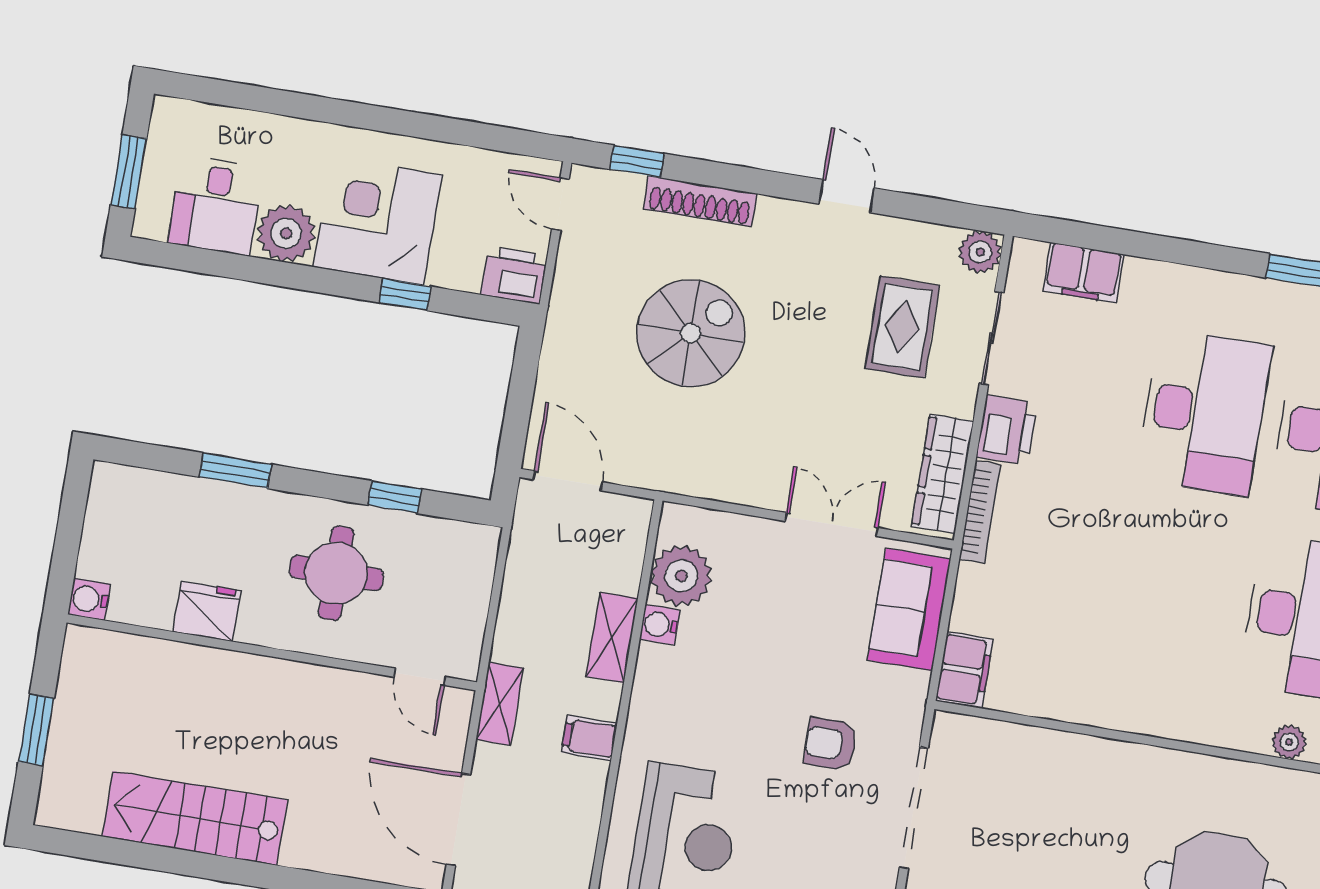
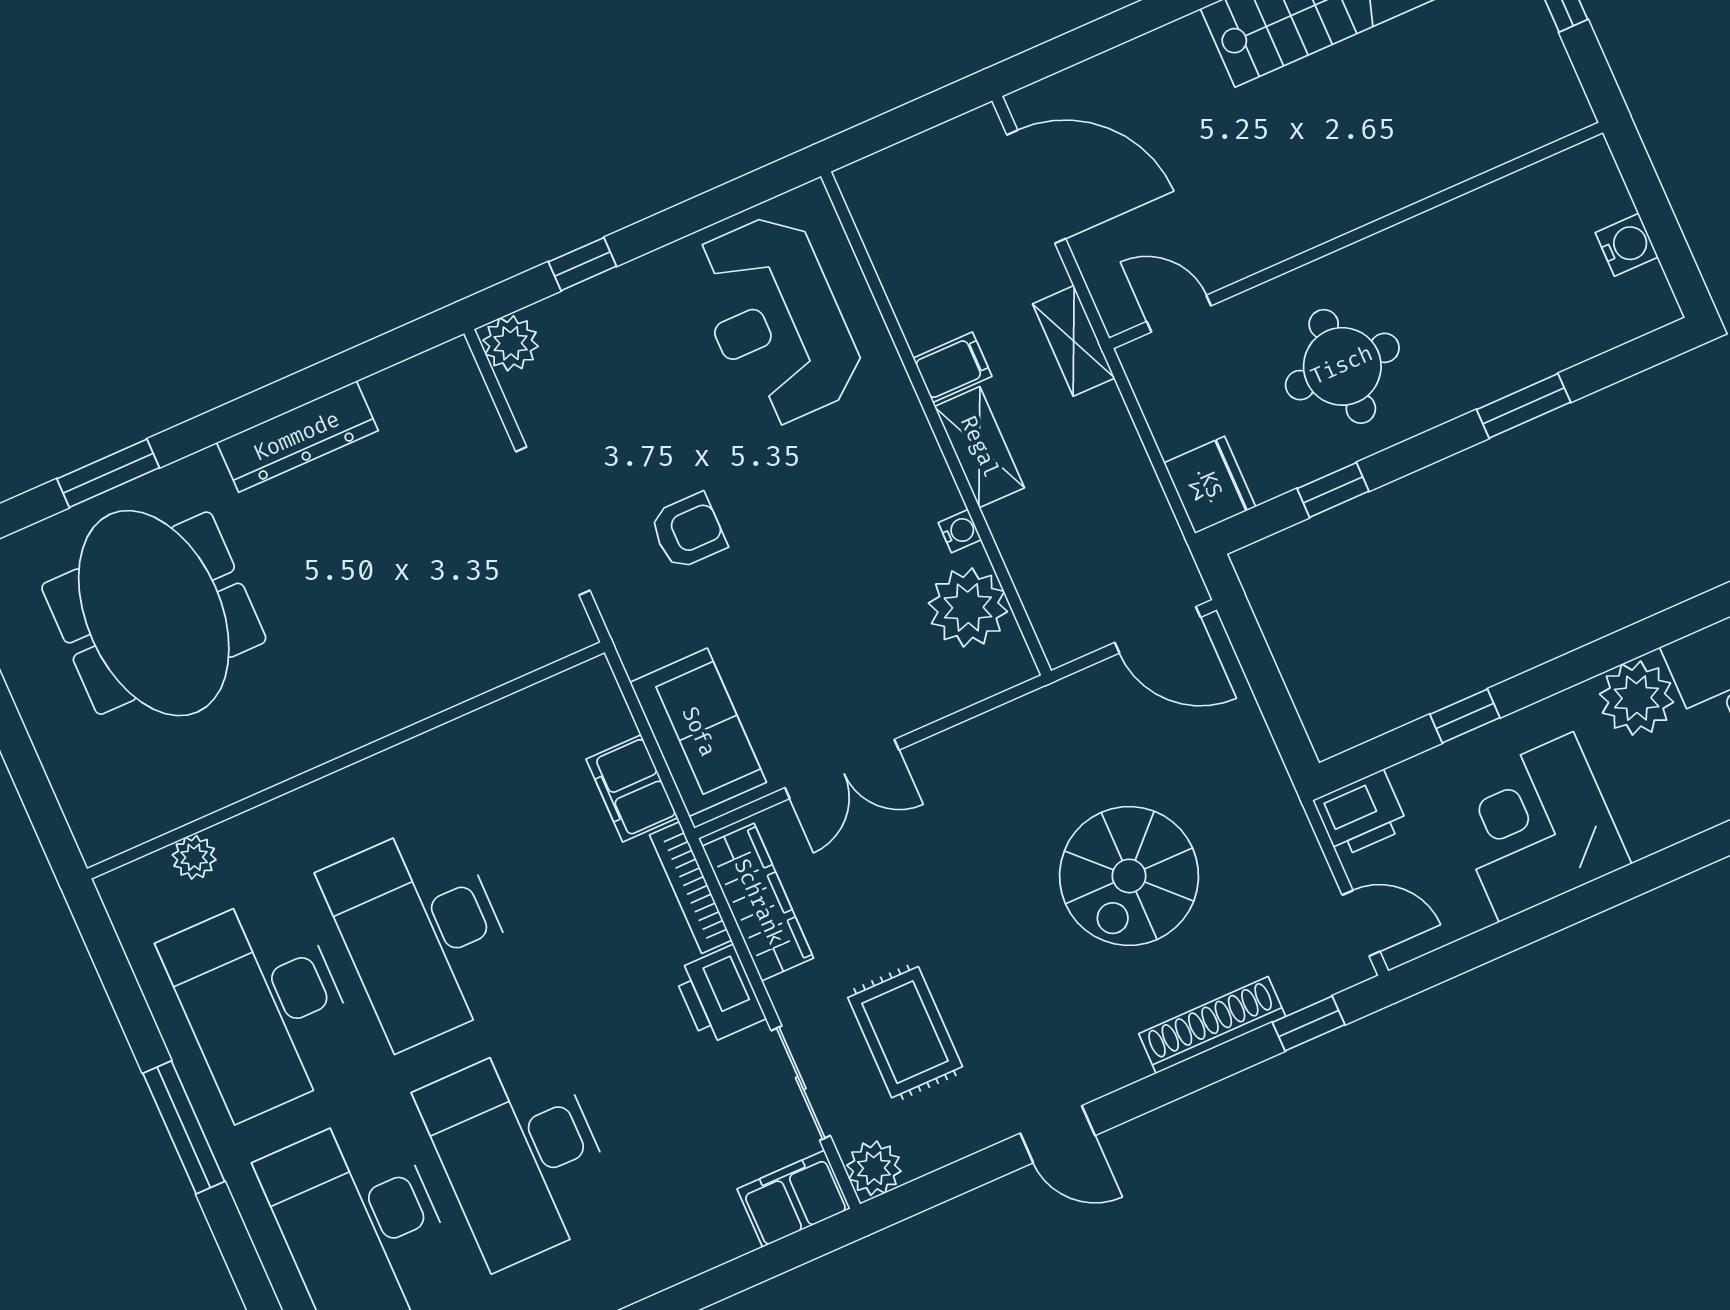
corner desk: (378, 221) -> (1536, 827), moved, turned 180
filing cabinet: (1083, 273) -> (794, 1199), moved
desk: (1174, 596) -> (422, 934), added
water cooler: (89, 599) -> (1627, 245), moved
fridge: (207, 611) -> (1210, 485), moved, turned -90
water cooler: (660, 625) -> (960, 531), width x0.72, depth x0.72
shelving: (612, 637) -> (979, 447), moved
filing cabinet: (964, 670) -> (632, 788), moved

